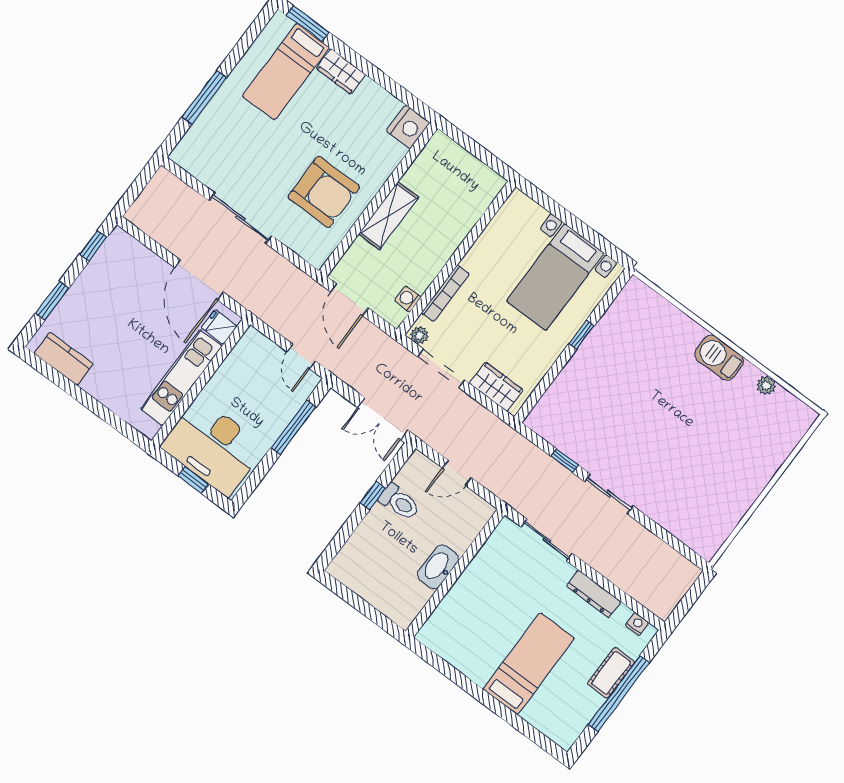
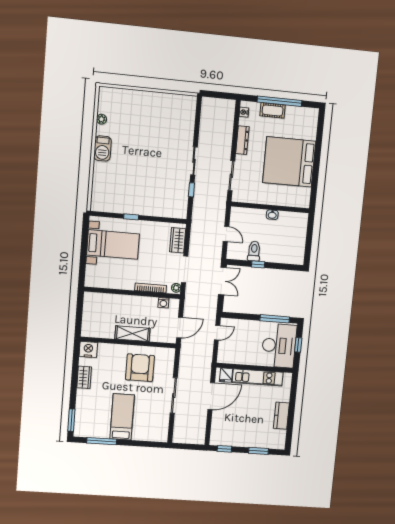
bed: (286, 72) -> (122, 417), moved, turned -90
wardrobe: (341, 72) -> (84, 377), moved
window: (204, 97) -> (102, 441), moved
kitchen counter: (64, 359) -> (281, 416), moved
window: (293, 427) -> (275, 319), moved
washbasin: (438, 567) -> (272, 215), width x0.52, depth x0.69
bed: (529, 664) -> (289, 162), width x2.04

